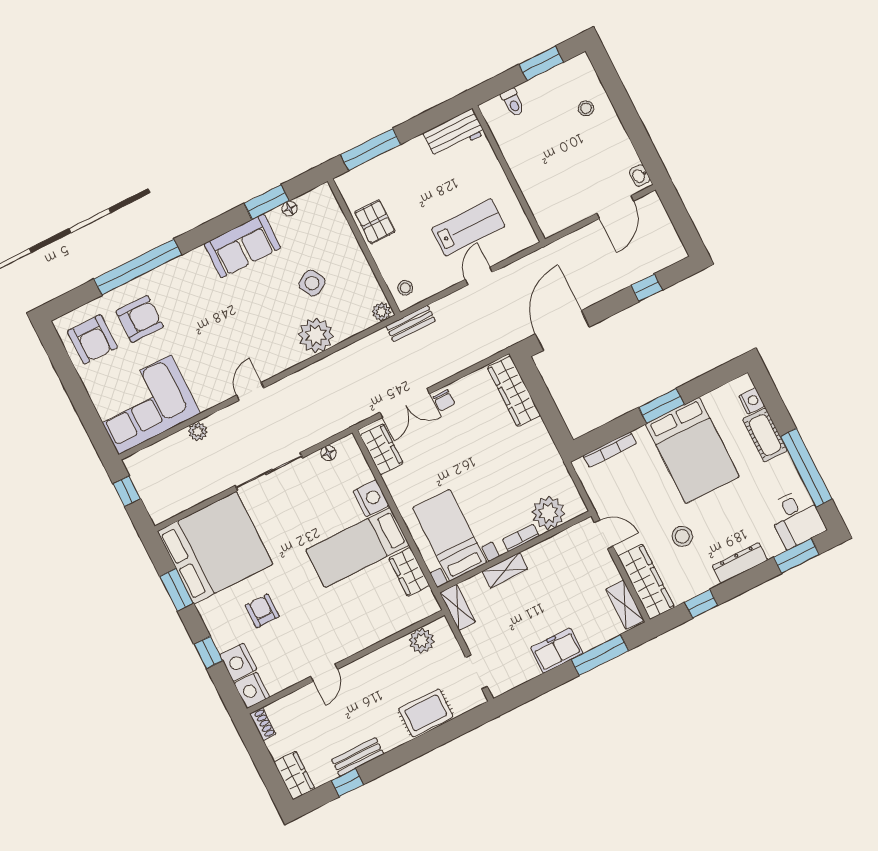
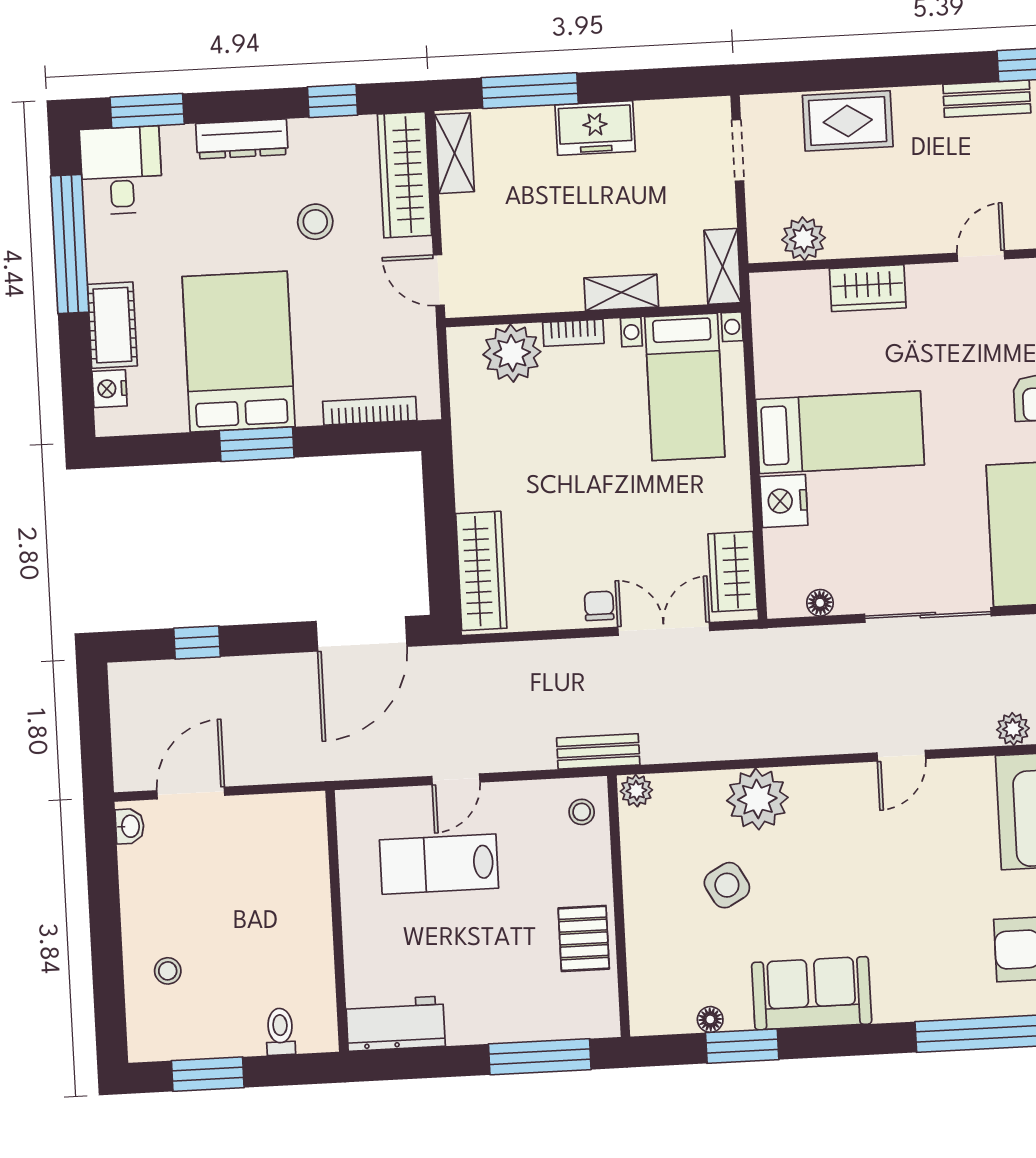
wardrobe: (409, 572) -> (868, 288), moved, turned 90

